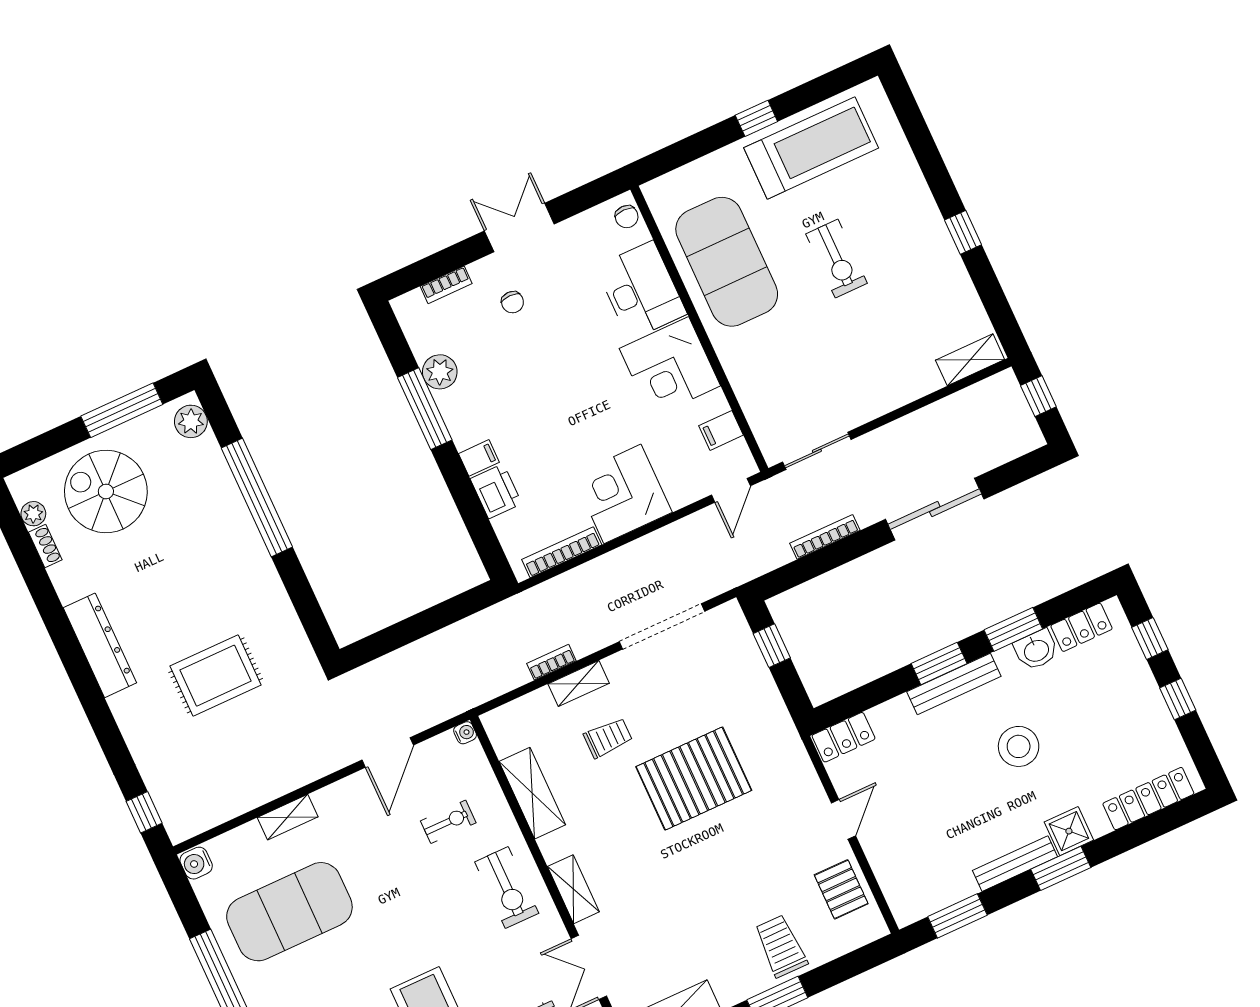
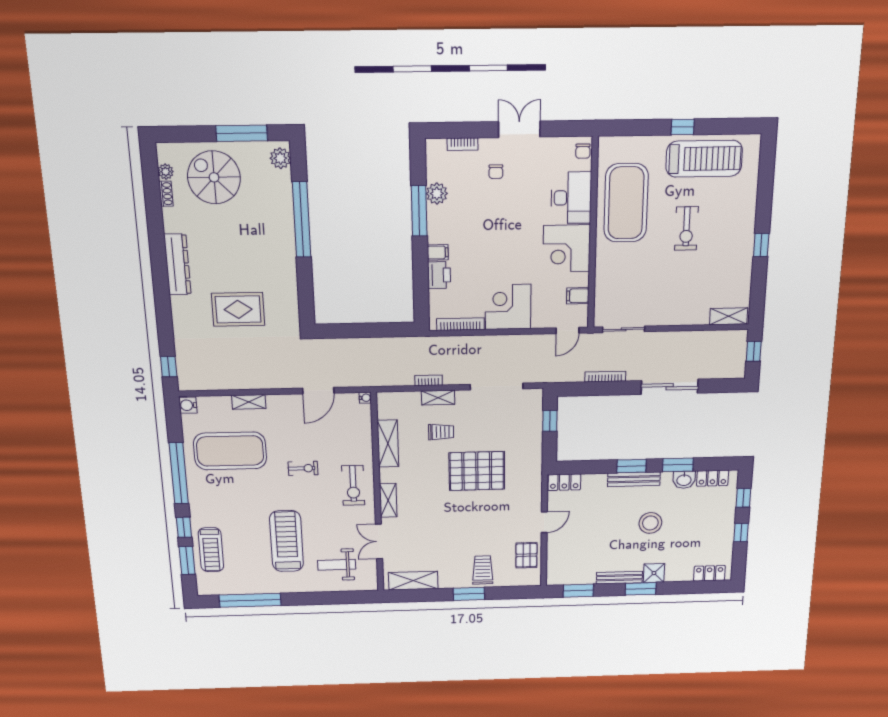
locker: (1148, 799) -> (709, 573), width x0.66
exercise bike: (448, 822) -> (303, 468), moved

